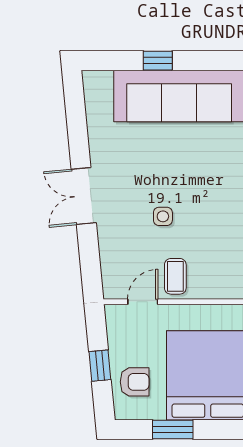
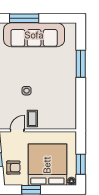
window: (158, 61) -> (24, 18), width x2.17

